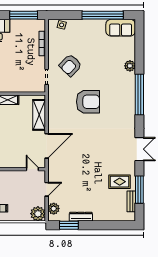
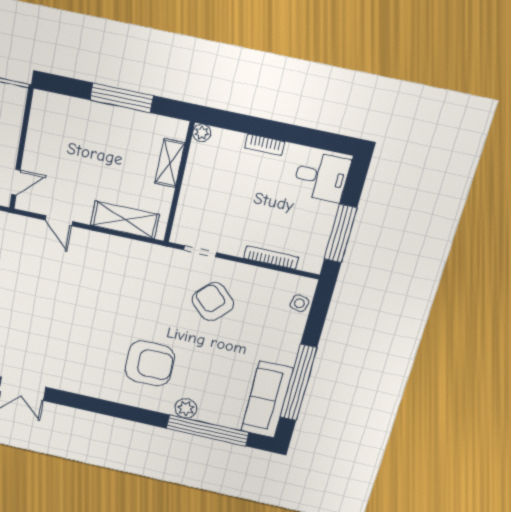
sofa: (121, 28) -> (267, 400), width x1.36
window: (139, 94) -> (208, 430), moved
armchair: (88, 102) -> (150, 363), moved, turned -90
door: (47, 146) -> (59, 221), width x0.53

